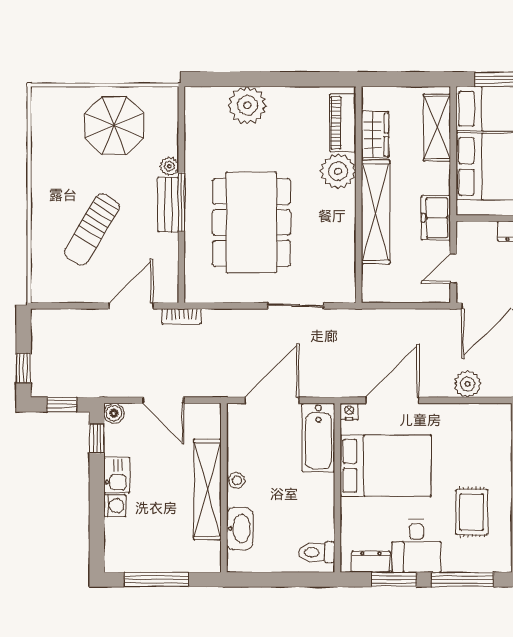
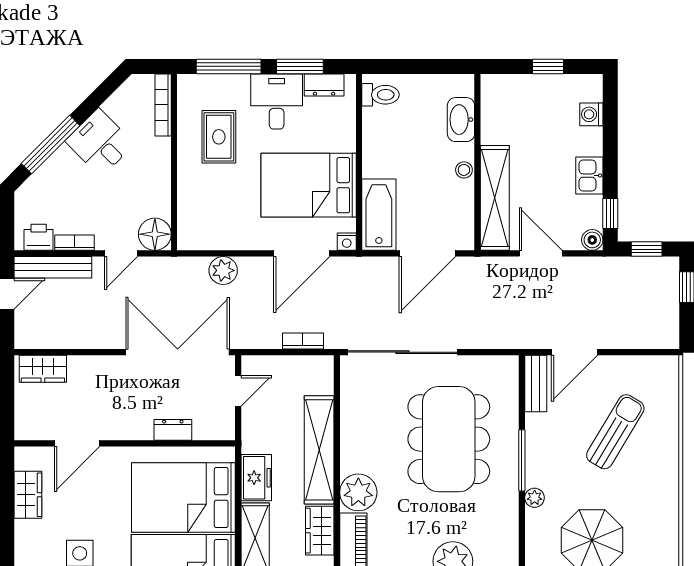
bench: (168, 205) -> (536, 383), moved
freezer: (436, 218) -> (256, 478), moved
sliding door: (296, 306) -> (402, 352), width x1.86
bookcase: (181, 316) -> (303, 341), moved
shelving: (207, 489) -> (495, 198), moved
washing machine: (115, 506) -> (591, 114), moved
window: (156, 579) -> (548, 66), width x0.46

